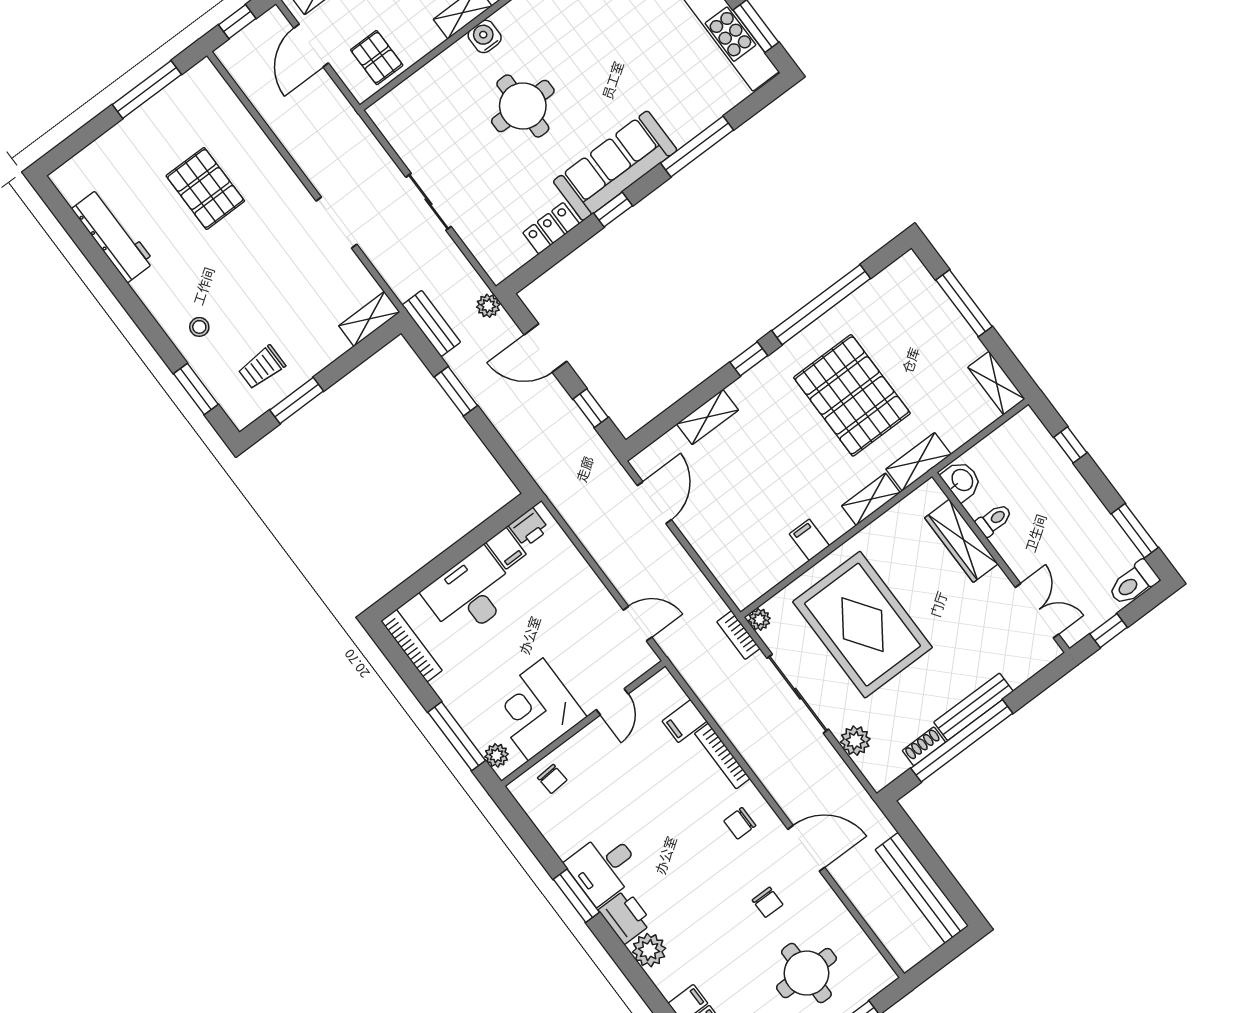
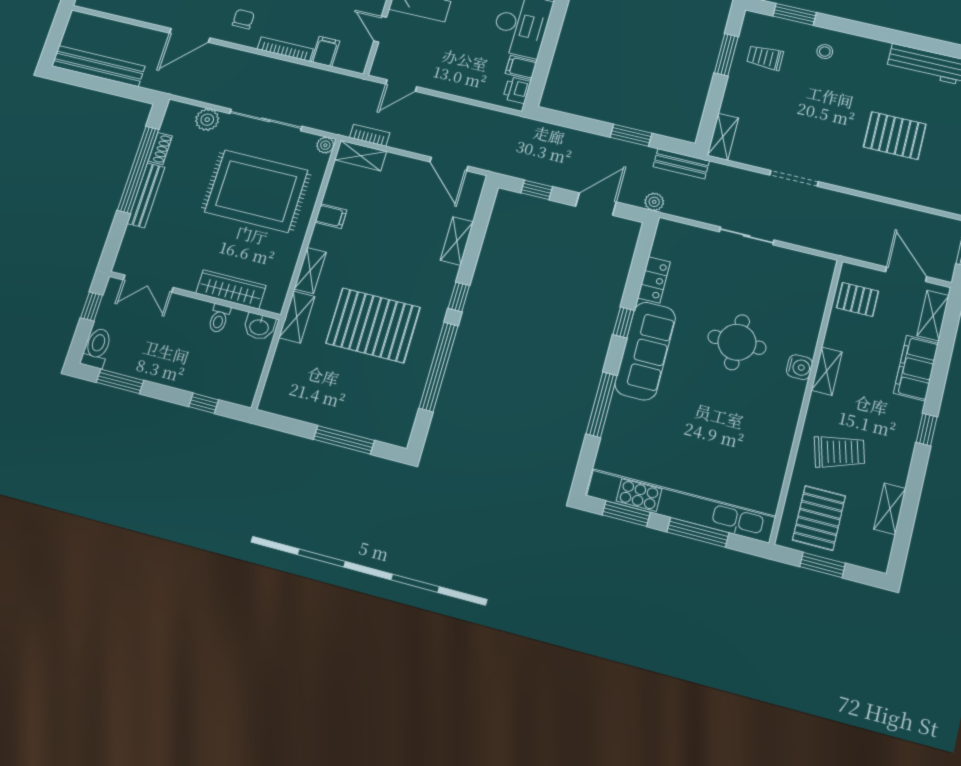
trolley: (262, 367) -> (765, 58), turned -90
shelving: (996, 383) -> (361, 156), moved
bookcase: (738, 635) -> (370, 135), moved

